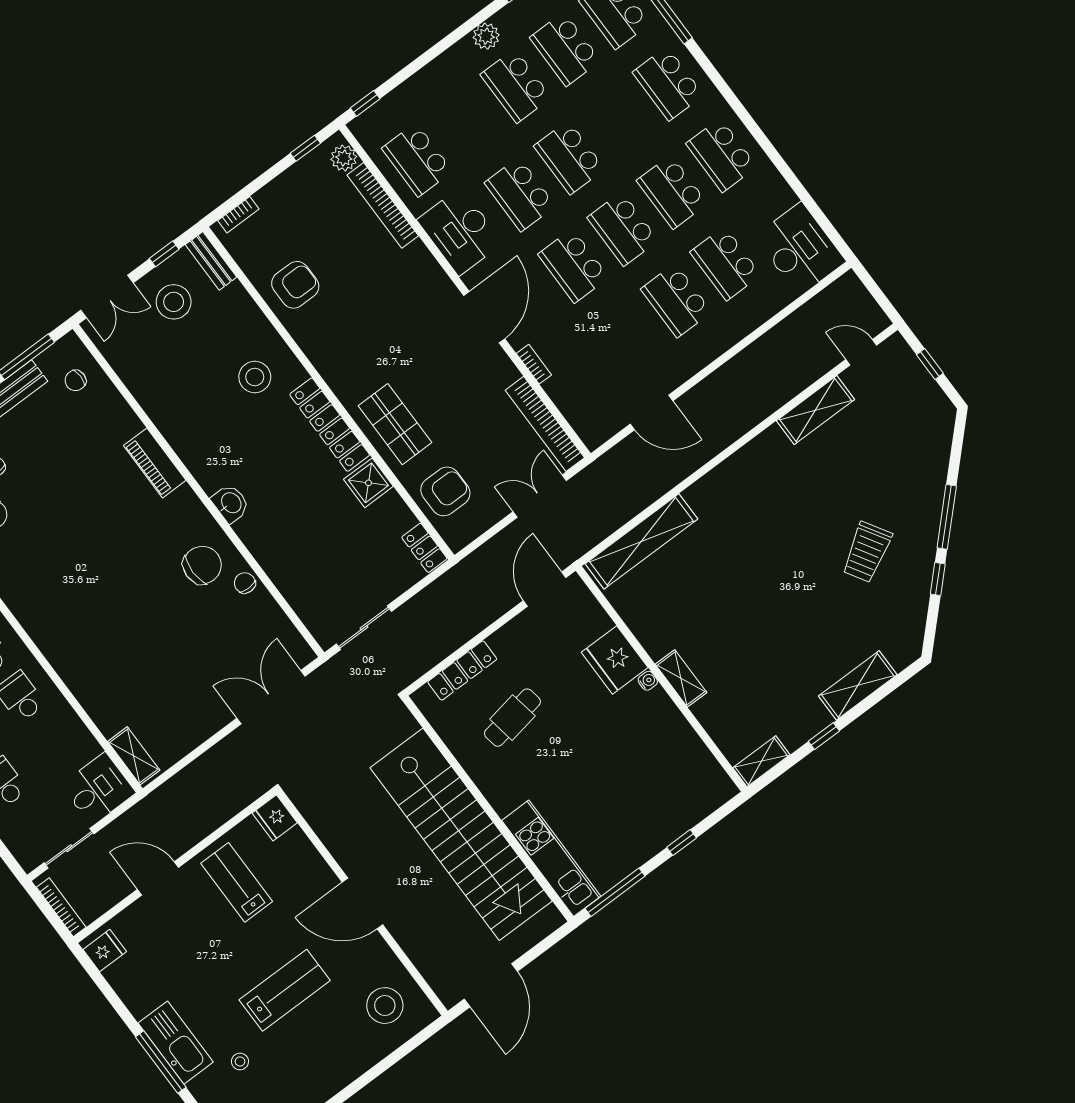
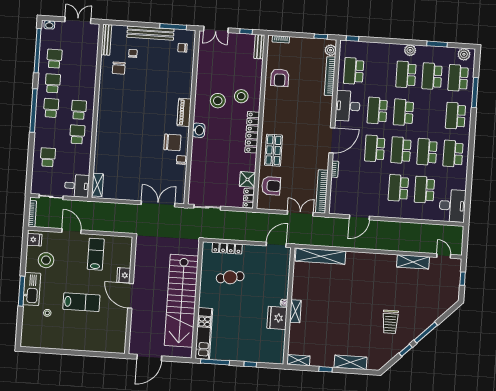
armchair: (295, 285) -> (280, 78), turned 90
stool: (174, 302) -> (218, 101), moved
door: (652, 413) -> (359, 217), hinge flipped
piano: (155, 463) -> (184, 112), moved
shower: (368, 483) -> (247, 179), moved
trolley: (867, 552) -> (390, 322), turned -59
fridge: (615, 660) -> (277, 318), moved
fridge: (275, 818) -> (124, 275), moved
stool: (385, 1006) -> (46, 260), moved

